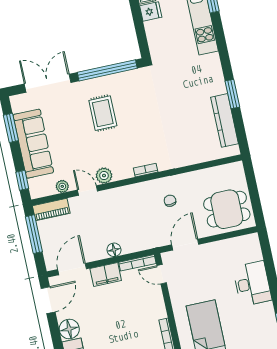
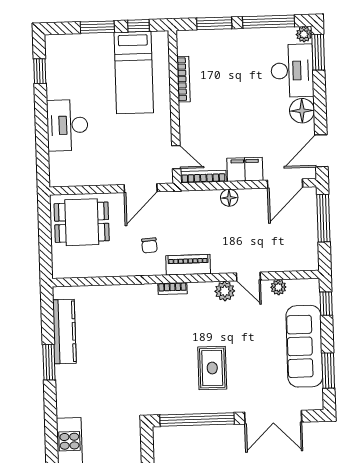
piano: (51, 210) -> (188, 265), moved
window: (34, 234) -> (323, 218), moved

